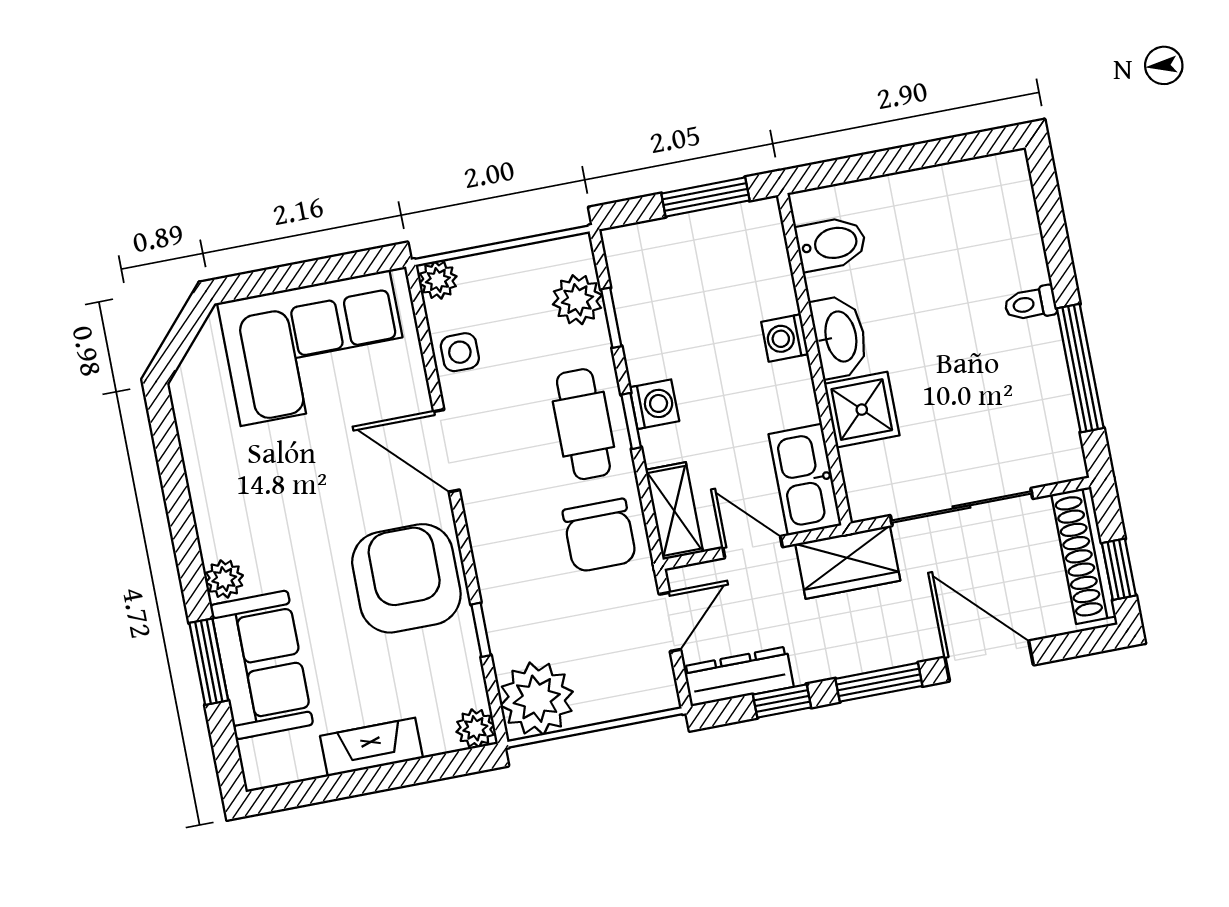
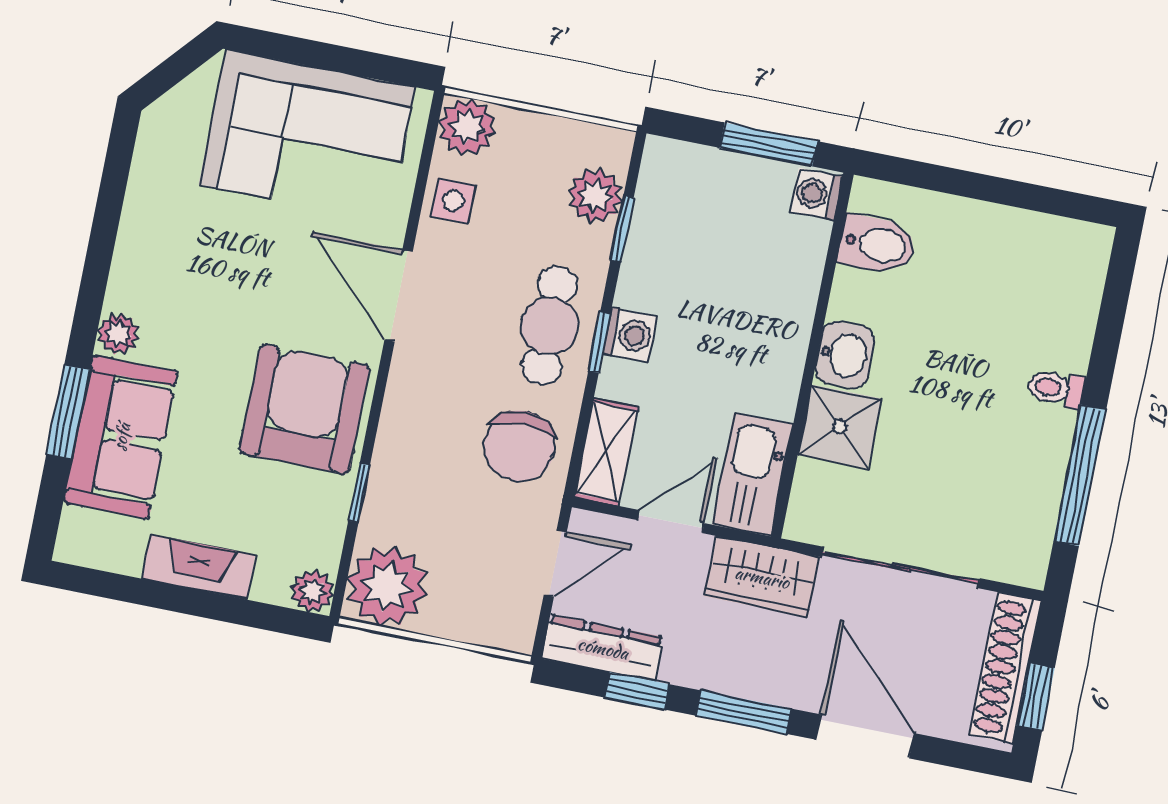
plant: (438, 280) -> (467, 127), width x1.38, depth x1.38
washbasin: (839, 337) -> (845, 355), width x0.72
washing machine: (785, 338) -> (816, 194), moved
door: (753, 547) -> (671, 522), hinge flipped

